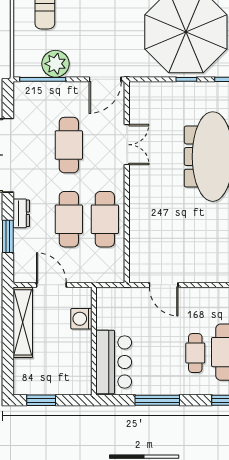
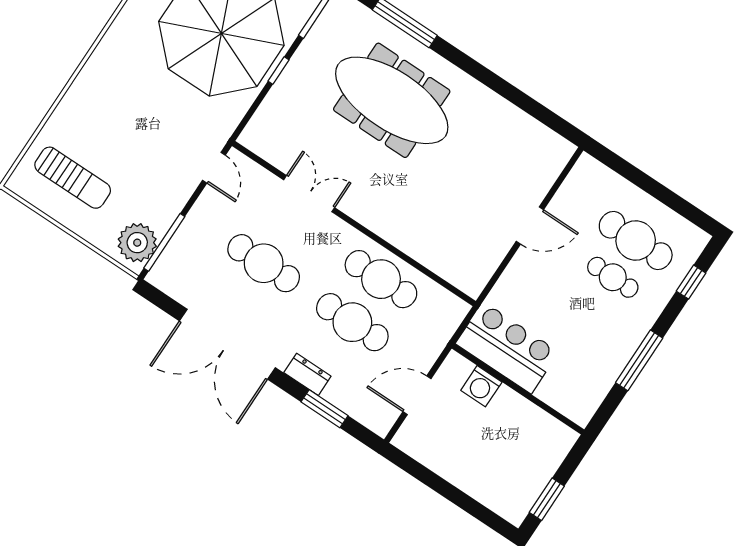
plant: (56, 64) -> (137, 243), moved
door: (105, 79) -> (214, 168), width x0.73
door: (164, 285) -> (530, 225), moved
shelving: (23, 322) -> (439, 459), removed
bar counter: (114, 362) -> (507, 348), moved

